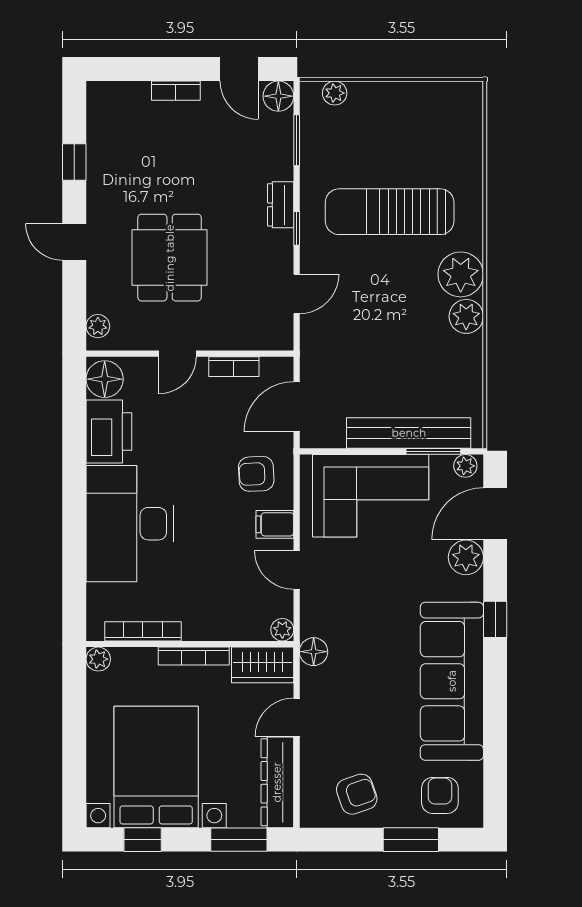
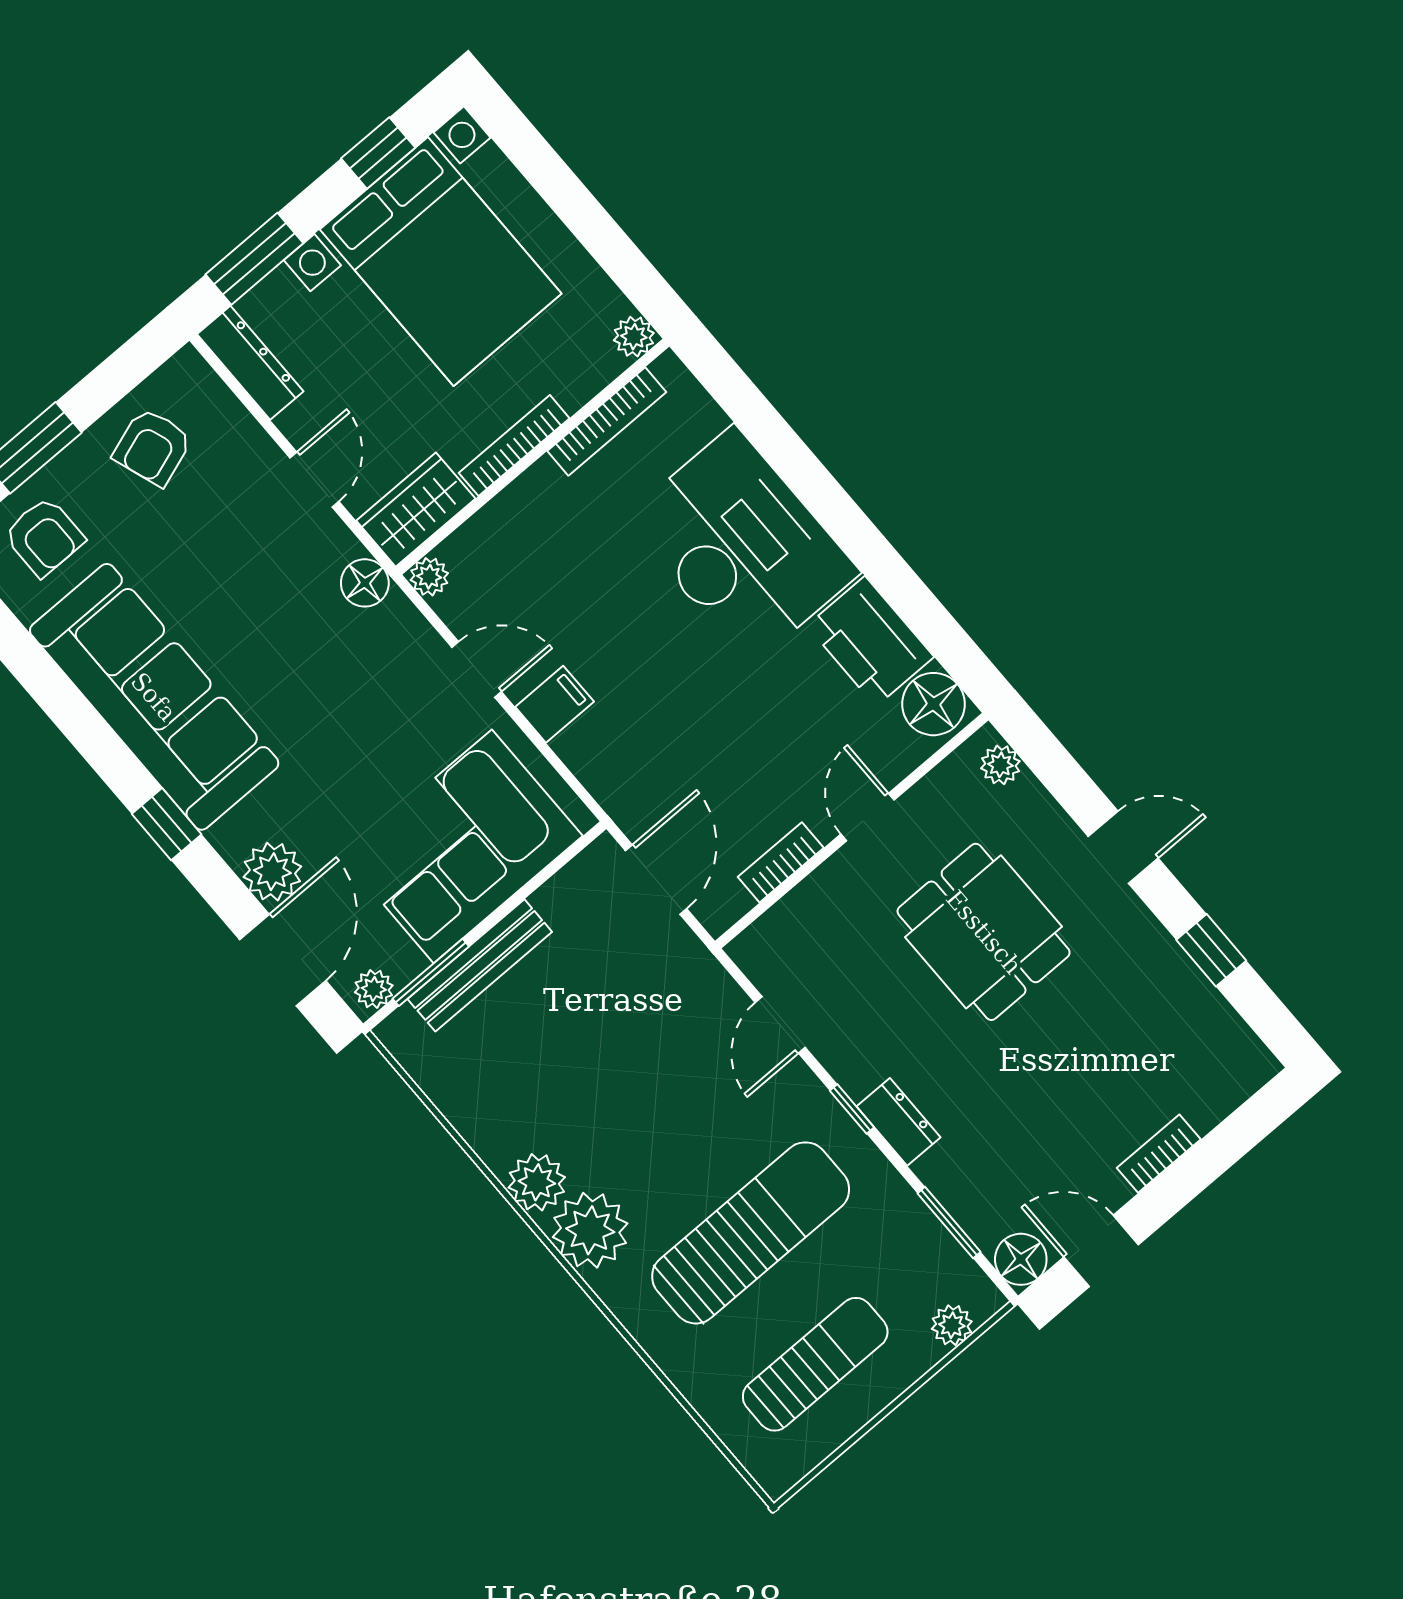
sun lounger: (411, 128) -> (815, 1364), added
bench: (409, 433) -> (480, 965), width x0.73, depth x0.82
armchair: (256, 474) -> (634, 749), removed
dresser: (277, 782) -> (250, 363), width x0.73, depth x0.80

